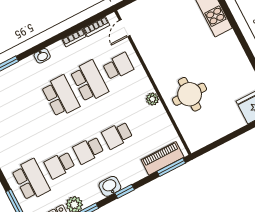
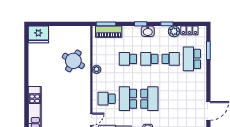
round table: (190, 94) -> (73, 61), turned 30
school desk: (61, 96) -> (149, 99), turned 180
school desk: (117, 135) -> (128, 59), turned 180
school desk: (88, 150) -> (149, 59), turned 180

